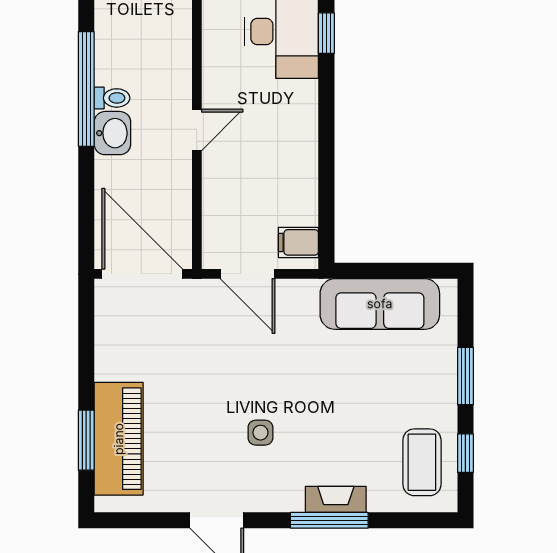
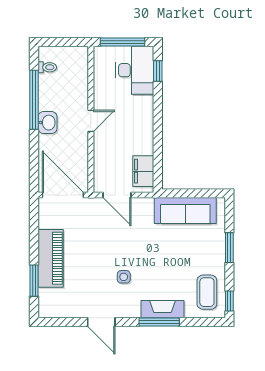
toilet: (112, 98) -> (47, 67), moved
filing cabinet: (298, 242) -> (143, 171), width x2.00
piano: (119, 439) -> (51, 258), moved
window: (465, 453) -> (229, 301), moved
fireplace: (336, 499) -> (163, 309), width x1.37, depth x1.32

